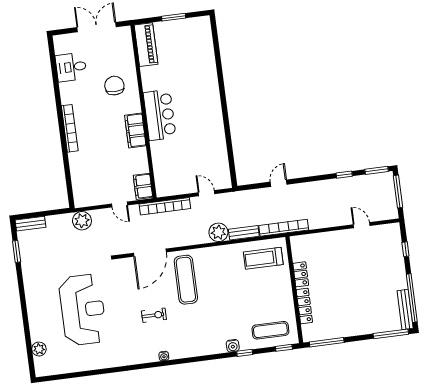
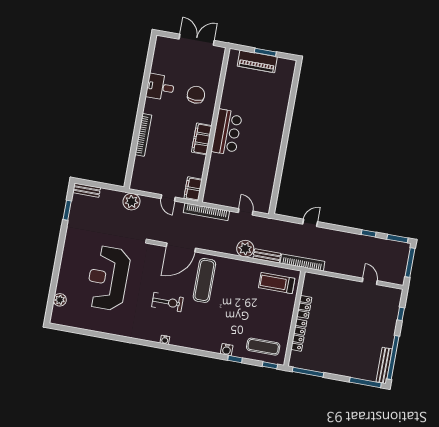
piano: (146, 45) -> (257, 61), moved, turned 90
desk: (71, 67) -> (160, 87), moved
bookcase: (70, 128) -> (143, 135), moved
reception desk: (83, 310) -> (108, 278), turned 180
exercise bike: (154, 315) -> (167, 302), width x1.38, depth x1.39

